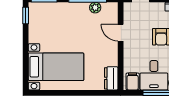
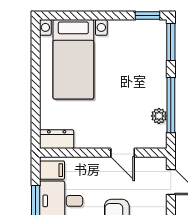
door: (121, 33) -> (123, 153), swing flipped

